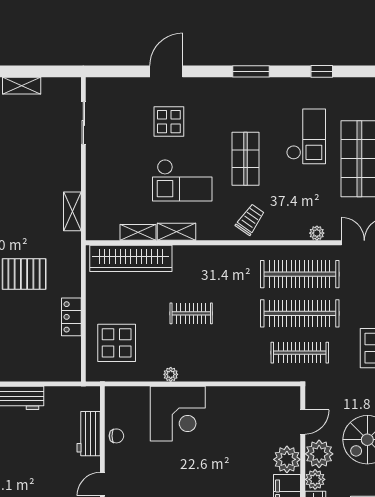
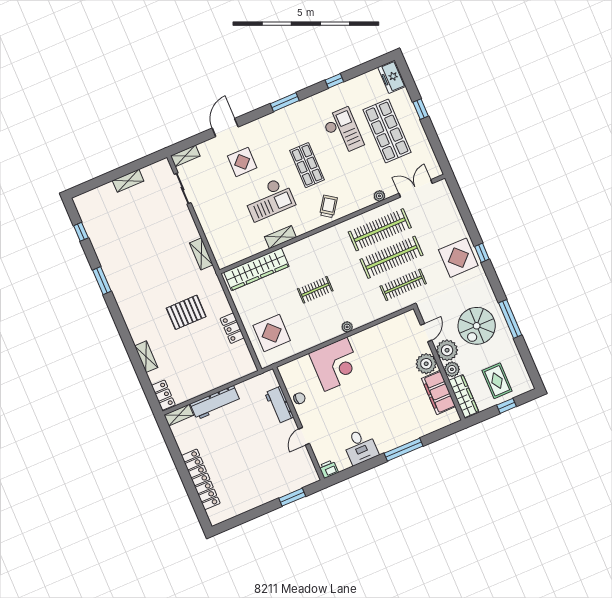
shelving: (138, 232) -> (185, 156), moved
plant: (171, 374) -> (347, 327), moved

